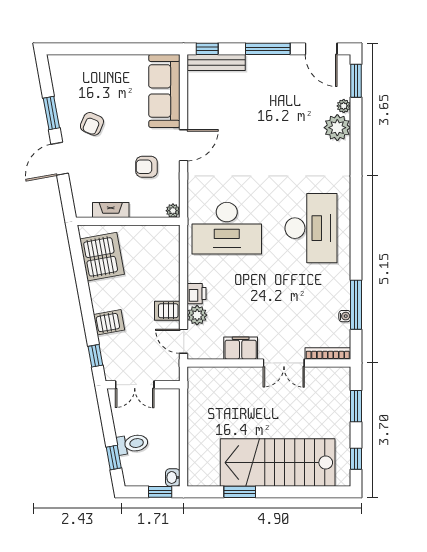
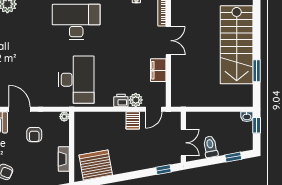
server rack: (109, 322) -> (141, 160), removed
toilet: (132, 444) -> (210, 147), moved

